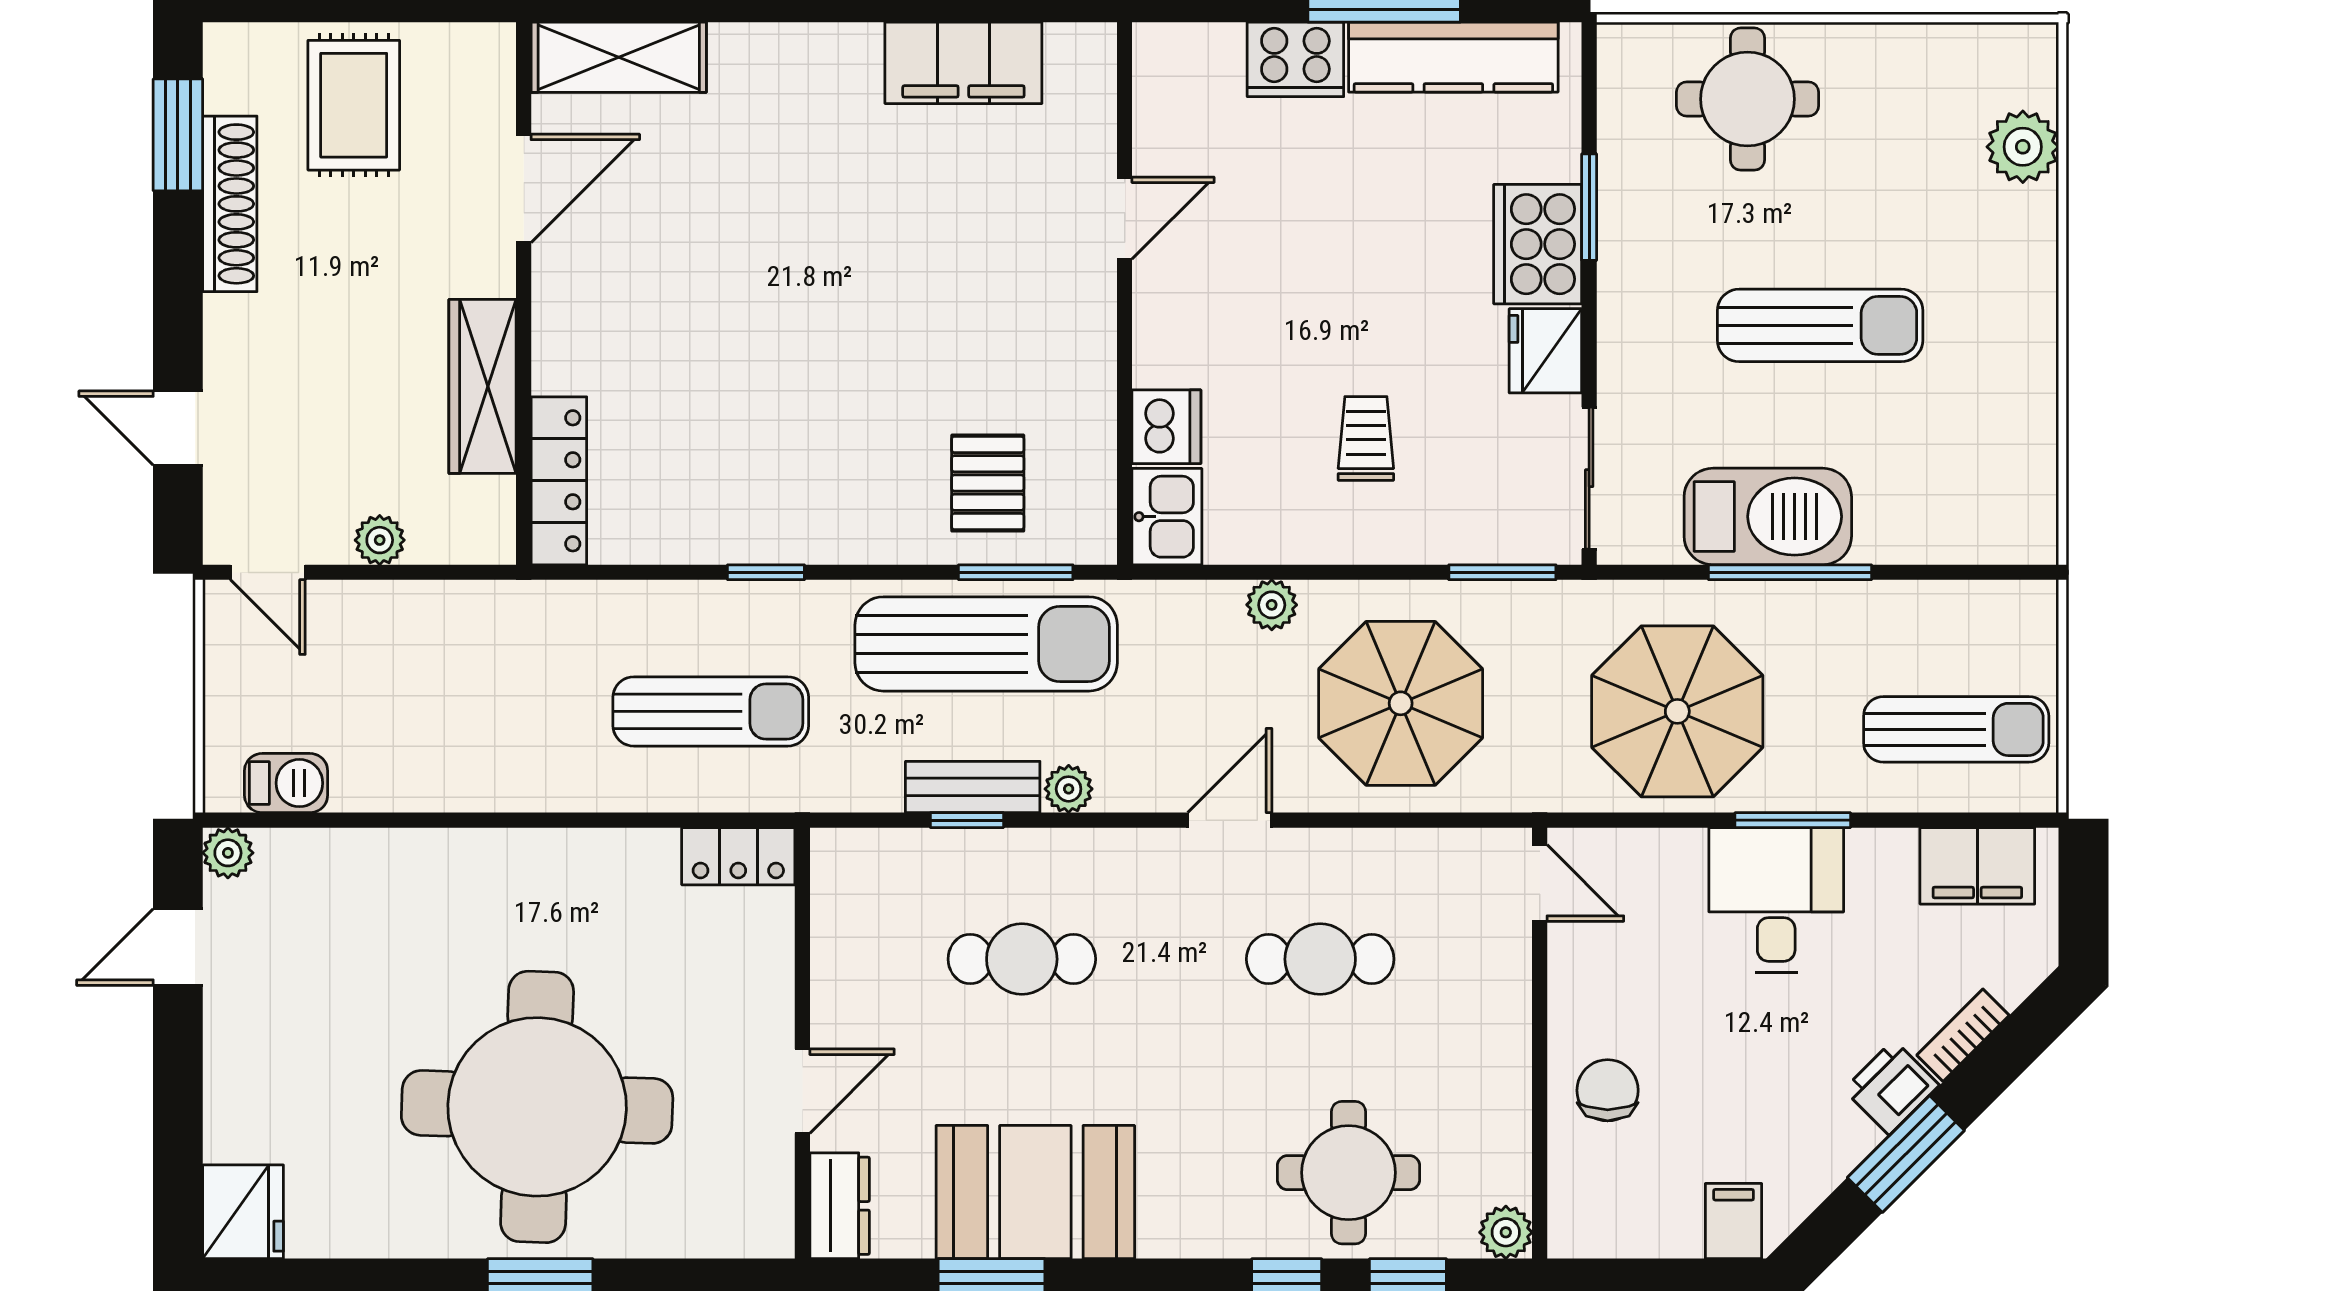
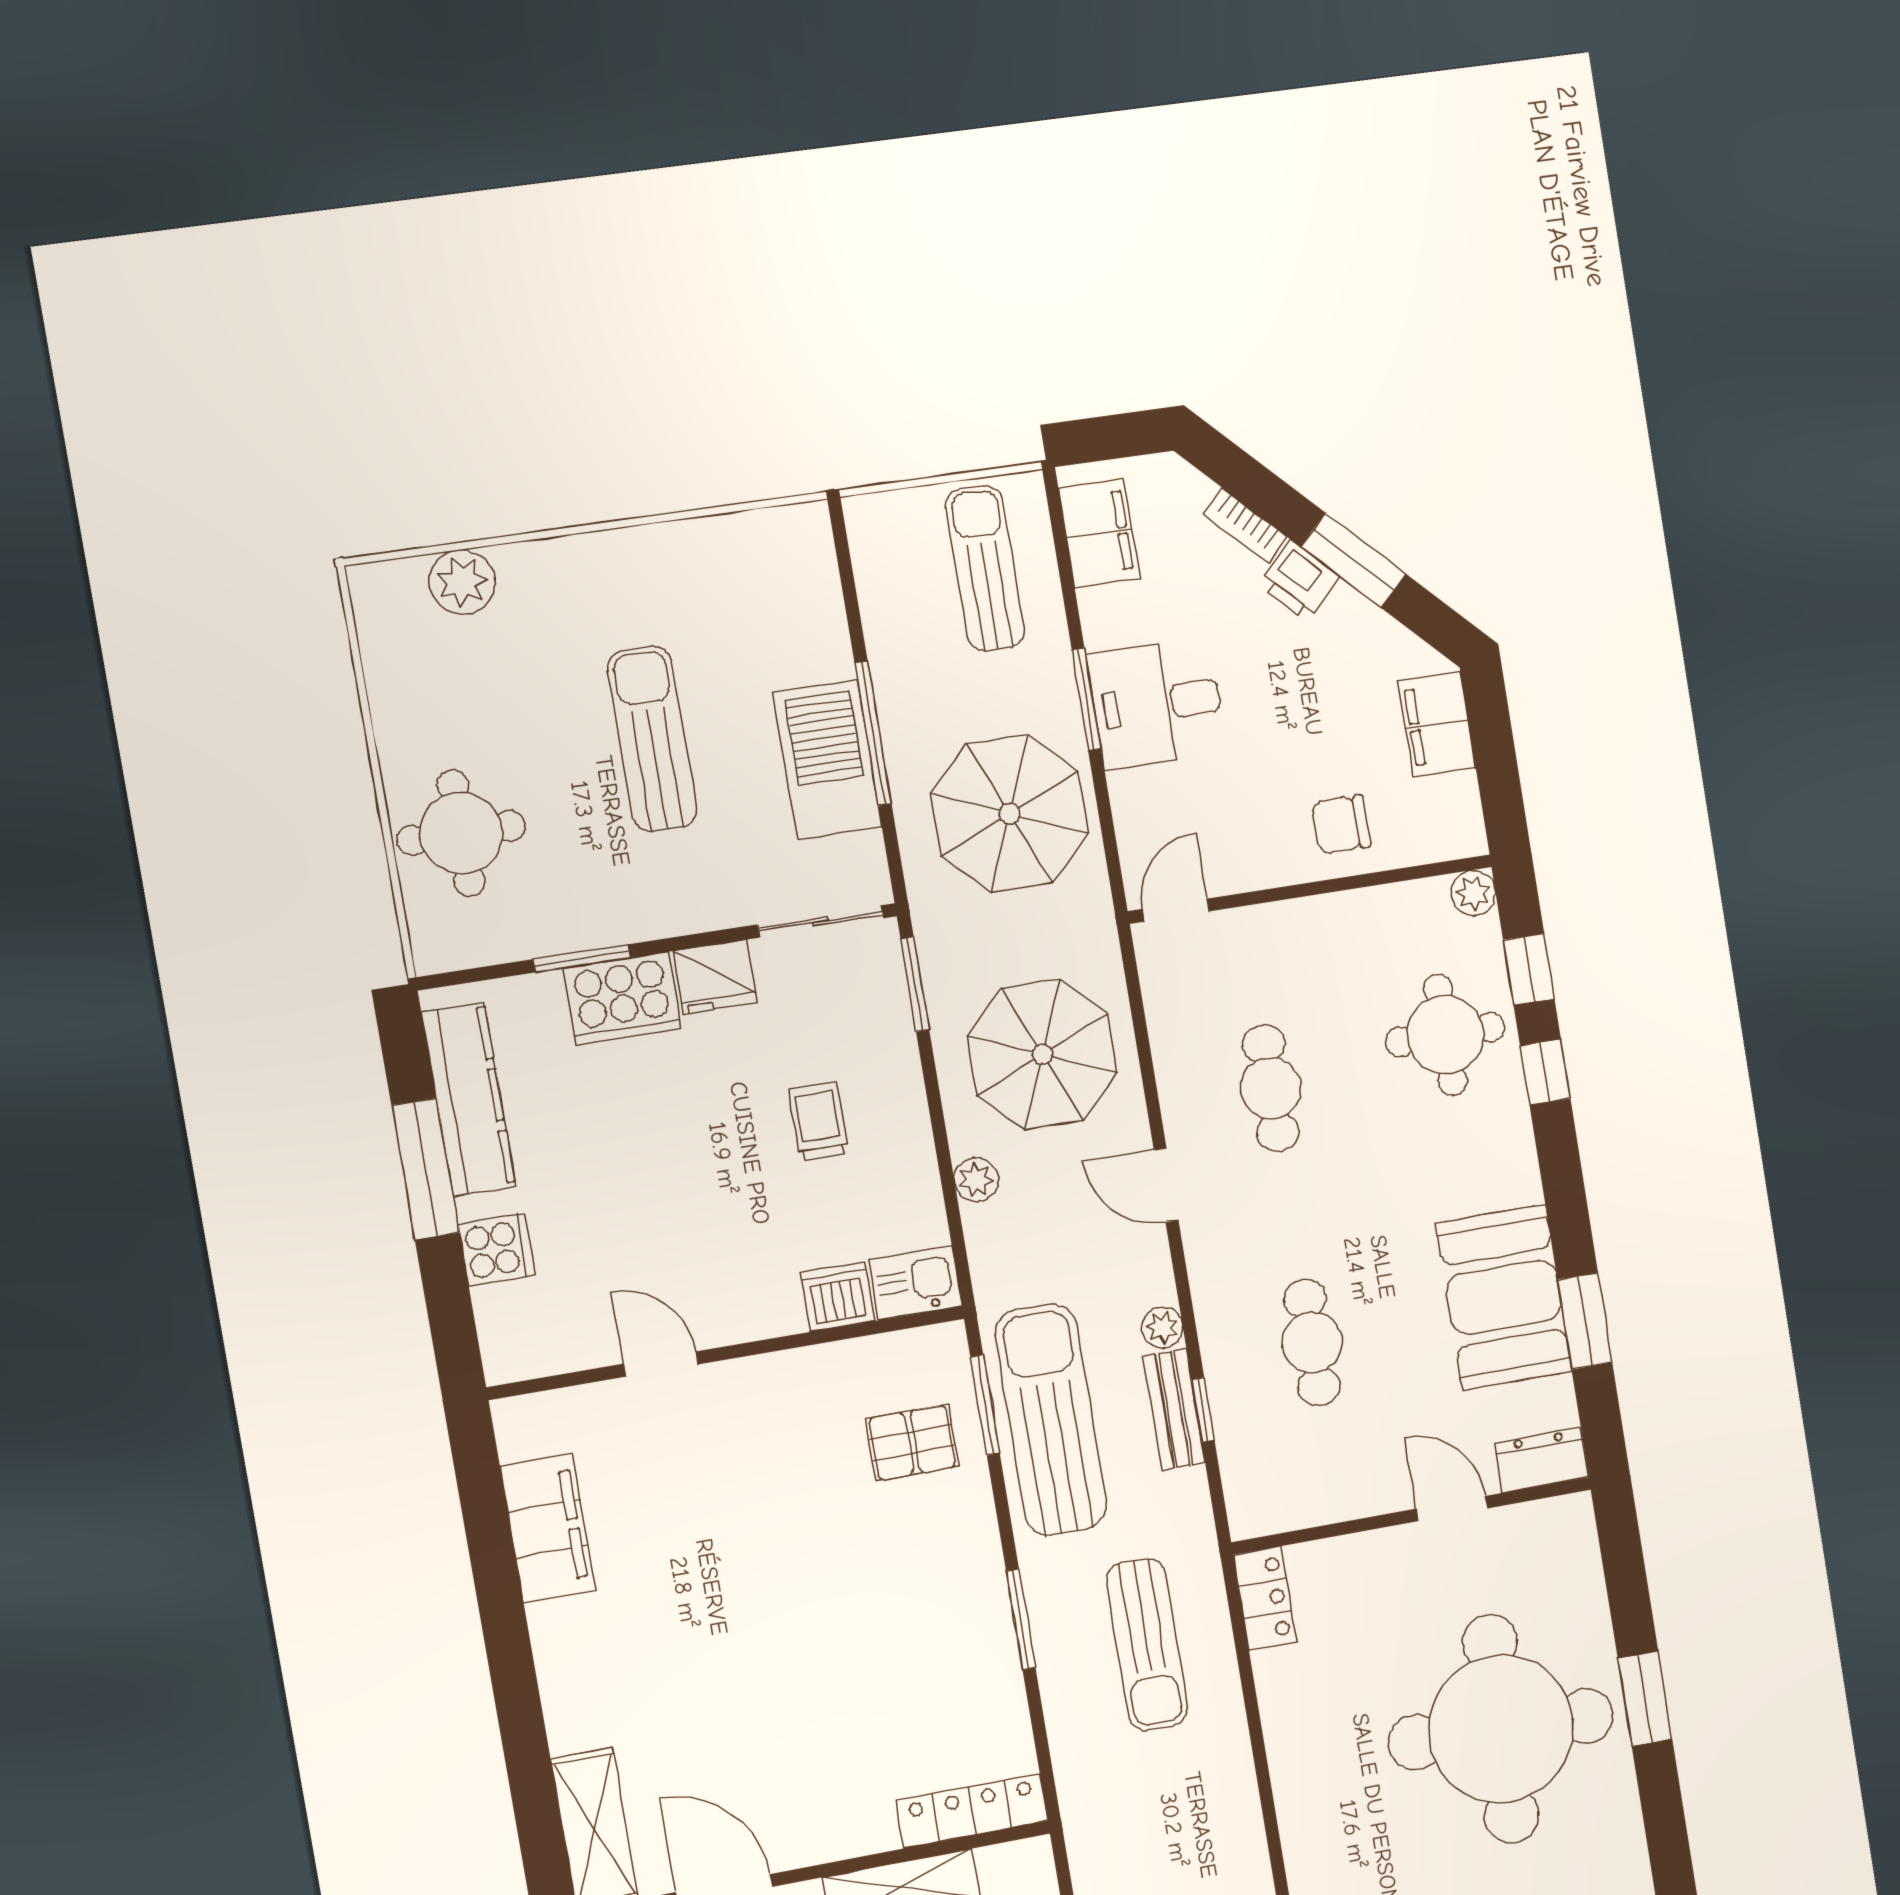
cooker: (1295, 59) -> (497, 1249), width x0.73
trolley: (1366, 438) -> (818, 1122), turned 90
window: (766, 572) -> (1021, 1619), width x1.50
sun lounger: (711, 711) -> (1147, 1644), turned 180
filing cabinet: (1734, 1221) -> (1437, 724), width x2.00

